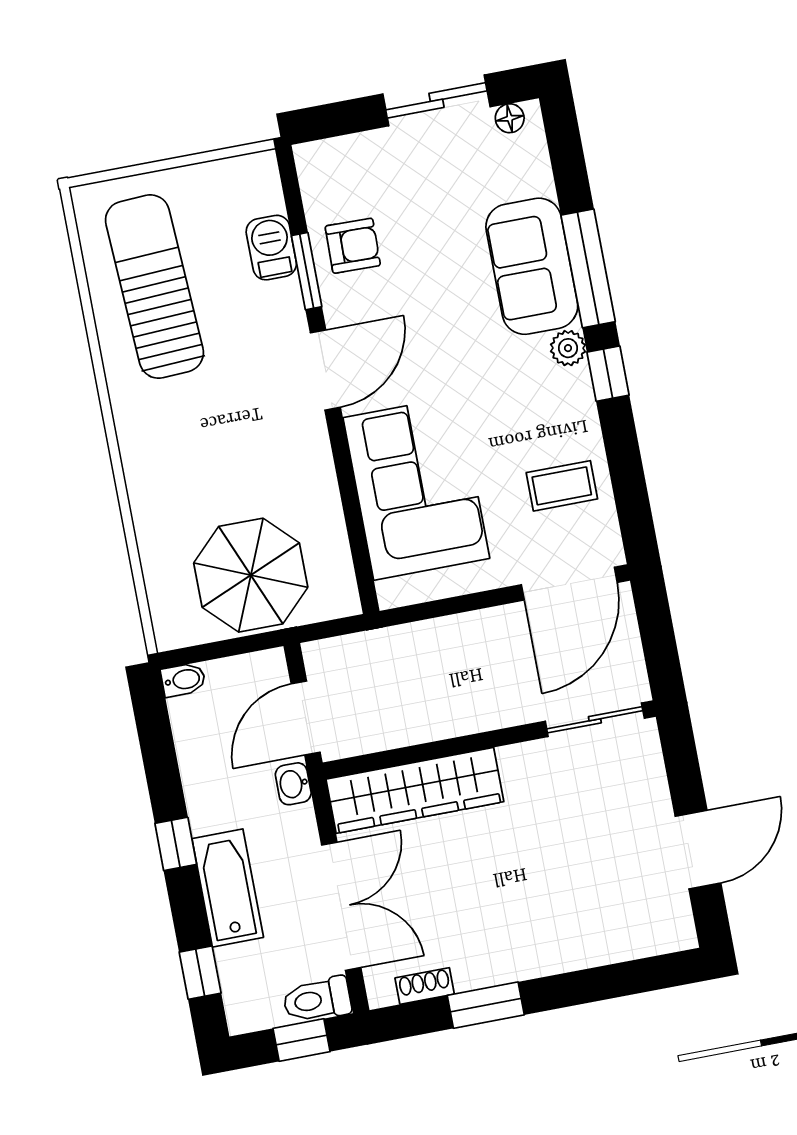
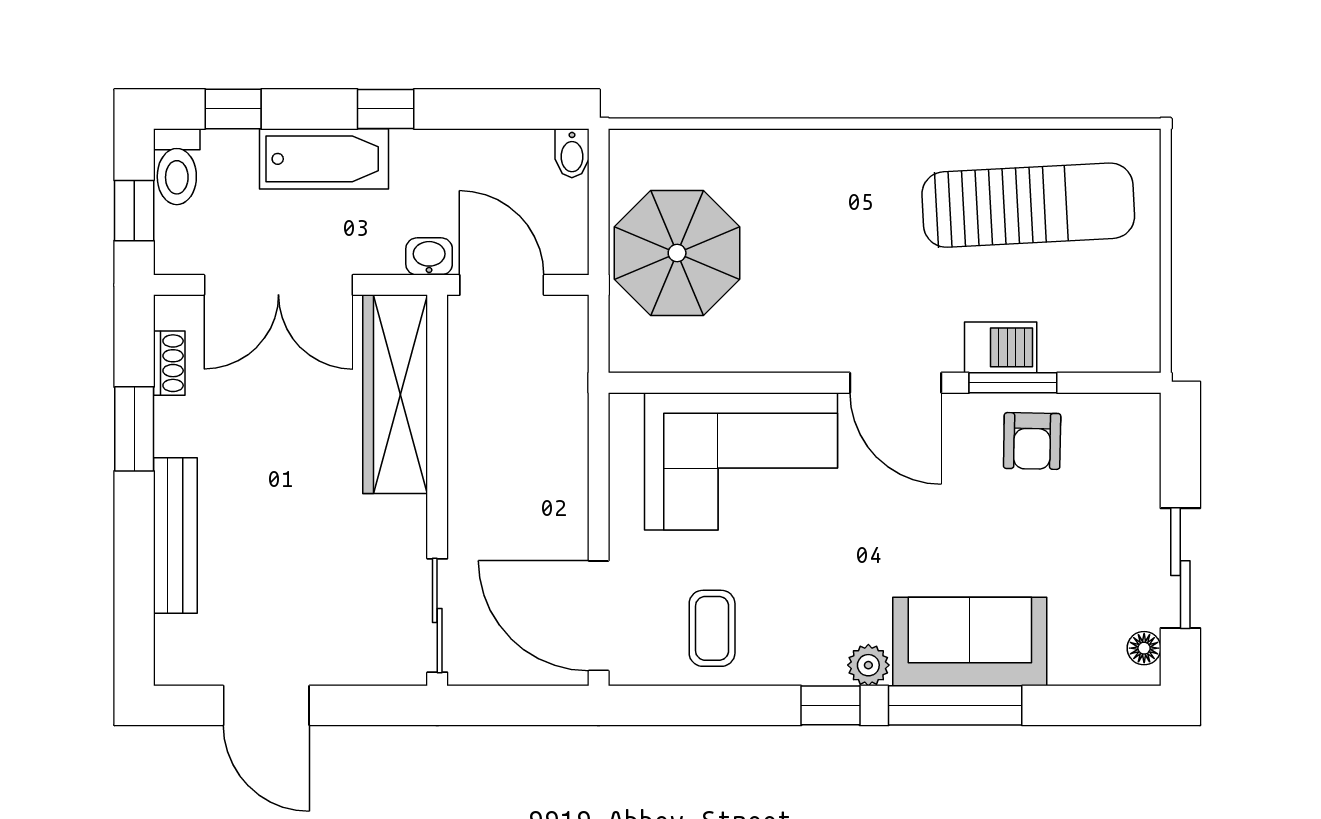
barbecue: (271, 248) -> (1001, 347), moved
bench: (569, 953) -> (175, 535), added
toilet: (317, 1000) -> (177, 167), moved, turned 180

